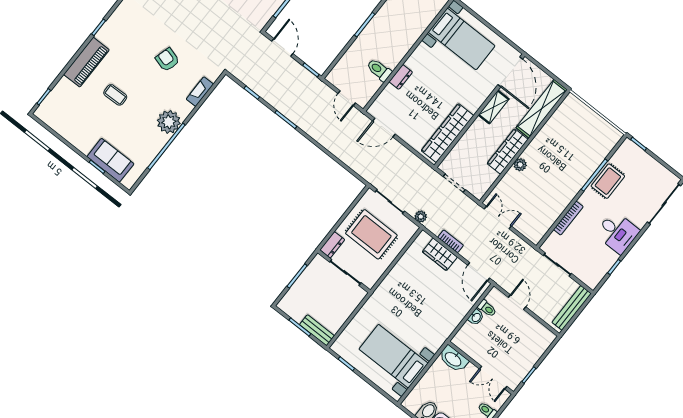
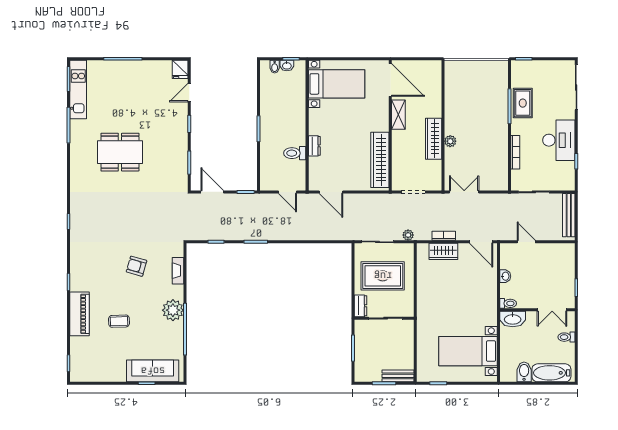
shelving: (542, 109) -> (434, 89), removed
door: (384, 128) -> (331, 192), hinge flipped
sofa: (110, 160) -> (153, 371), width x1.36
desk: (617, 232) -> (559, 140), width x1.37
toilet: (487, 308) -> (508, 303), moved

